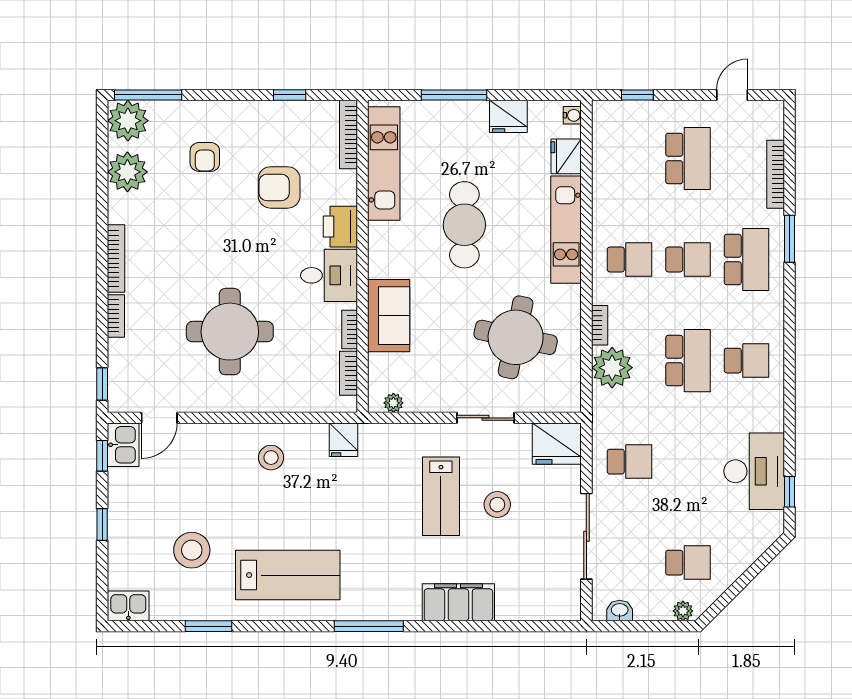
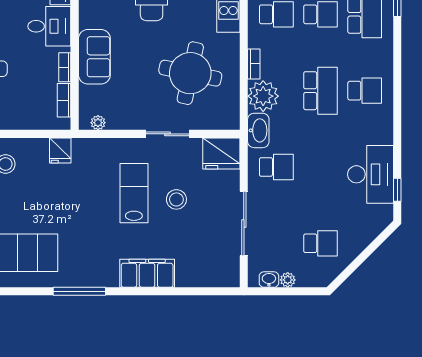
washbasin: (606, 413) -> (258, 130), added
lab bench: (441, 496) -> (134, 193), turned 180
plant: (683, 611) -> (288, 280), moved

